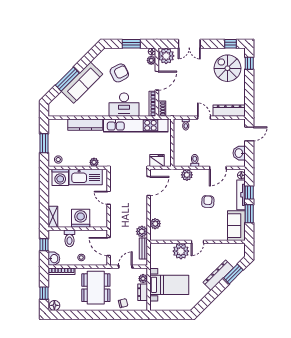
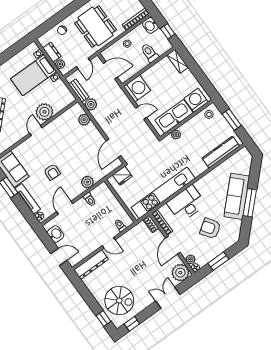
armchair: (119, 73) -> (210, 228), turned 82
window: (67, 79) -> (250, 203), moved
kitchen counter: (85, 125) -> (221, 152), moved
door: (249, 134) -> (59, 257), swing flipped
window: (249, 192) -> (22, 206), removed
washing machine: (81, 218) -> (137, 88), moved, turned -90

